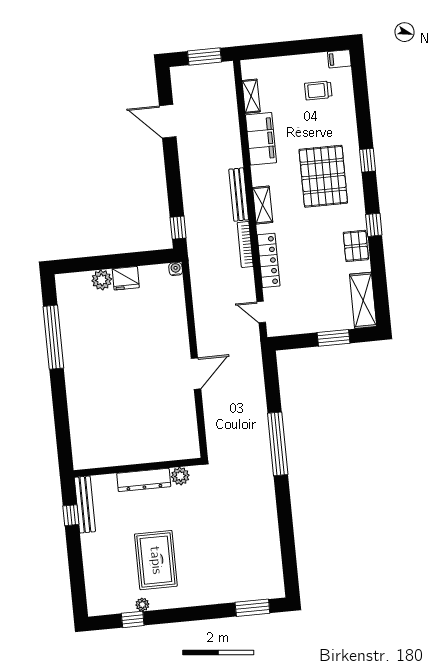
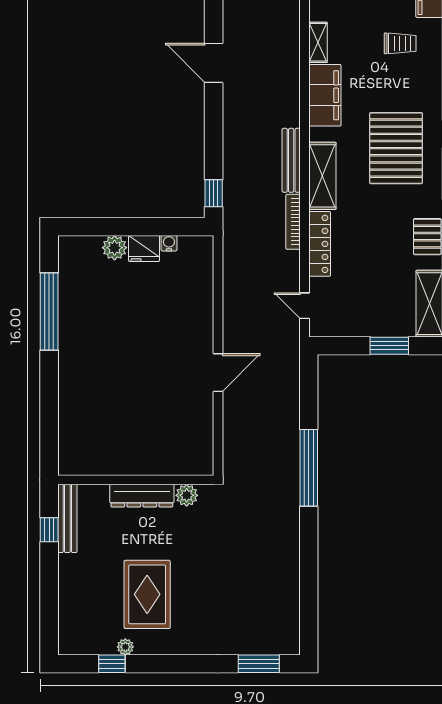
trolley: (318, 90) -> (400, 43), turned 180
shelving: (263, 205) -> (322, 176), width x1.50, depth x1.33
water cooler: (176, 269) -> (169, 243), moved

